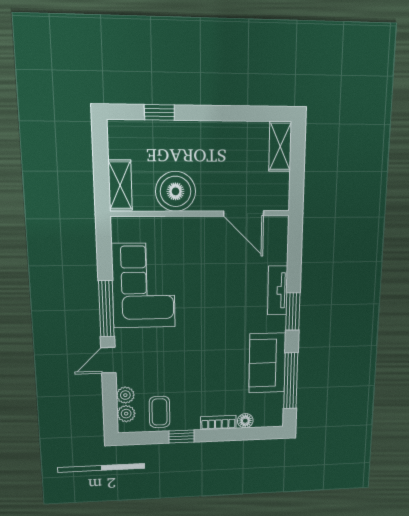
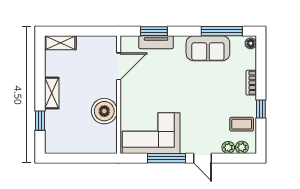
shelving: (120, 185) -> (52, 93), moved, turned 90
boiler: (175, 191) -> (104, 111), moved
door: (244, 213) -> (119, 66), moved
wall: (201, 214) -> (119, 95), moved
window: (293, 311) -> (154, 31), moved
floor lamp: (245, 421) -> (251, 43), moved

